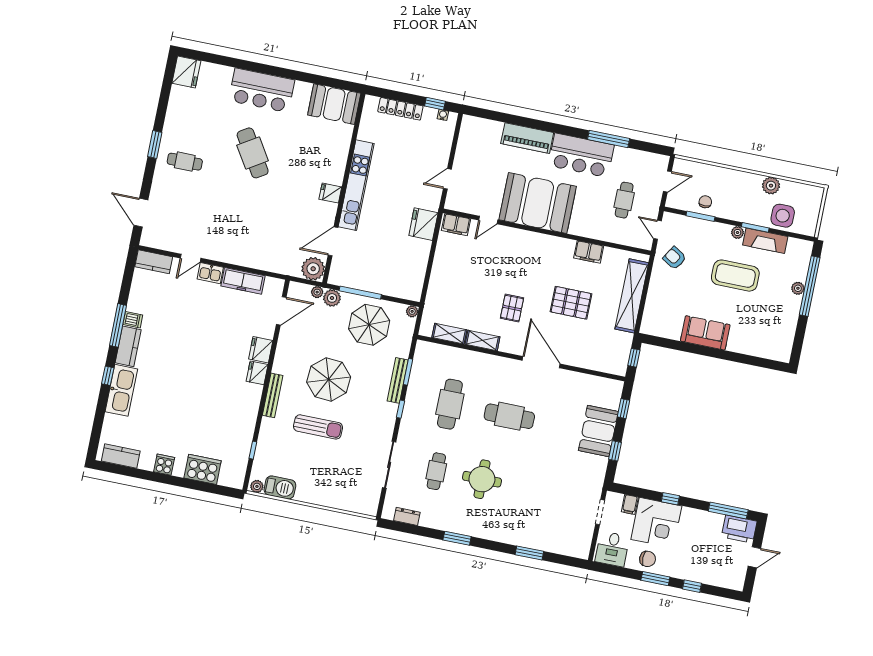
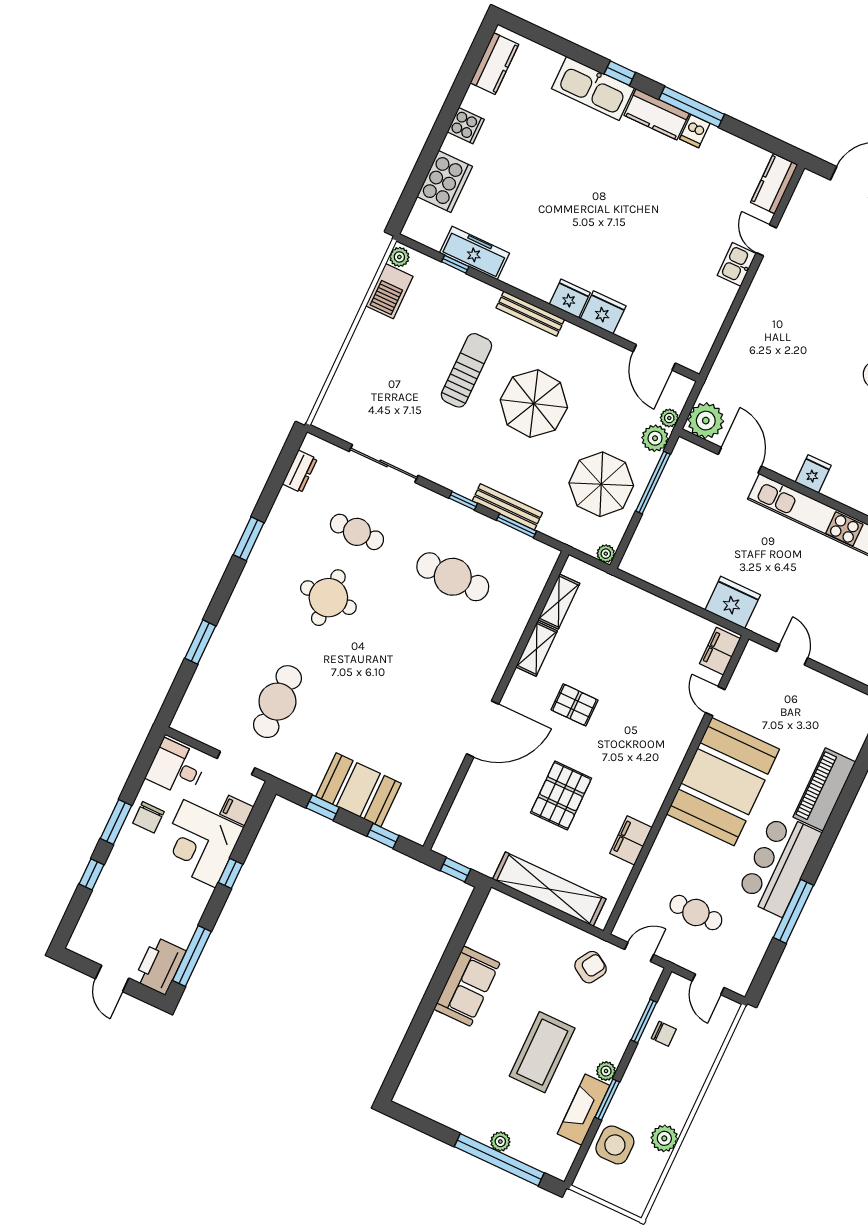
freezer: (243, 281) -> (475, 253), moved, turned 90
cafe table: (509, 416) -> (277, 702), moved
sun lounger: (318, 427) -> (466, 370), turned 180

